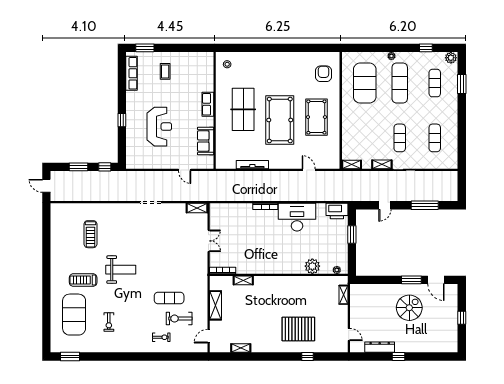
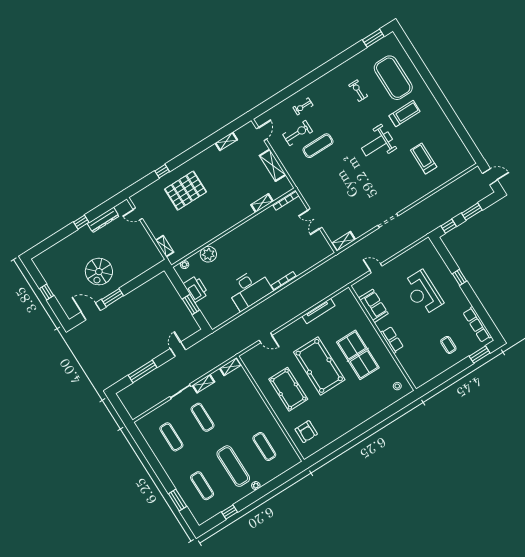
plant: (451, 58) -> (202, 517), removed
exercise mat: (365, 83) -> (264, 446), width x0.50, depth x0.69
printer: (337, 211) -> (196, 289), moved, turned 90

